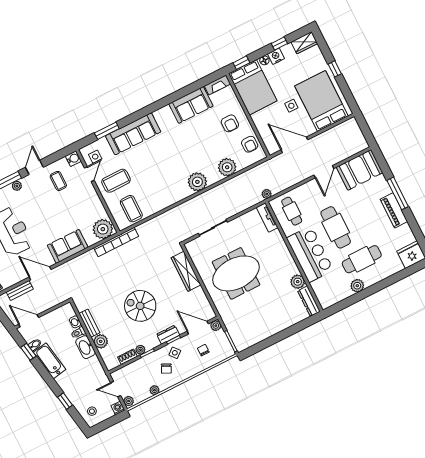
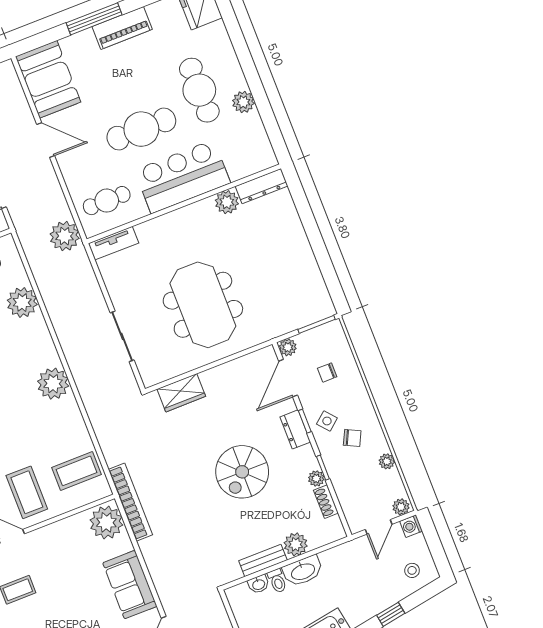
plant: (197, 182) -> (53, 384), moved
plant: (267, 194) -> (65, 236), width x1.88, depth x1.88
wardrobe: (186, 271) -> (181, 393), width x0.67

